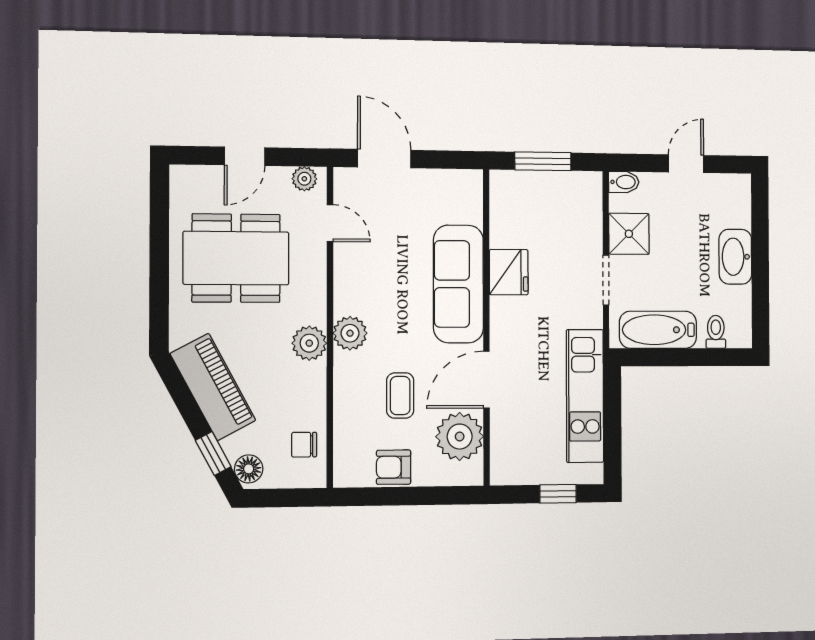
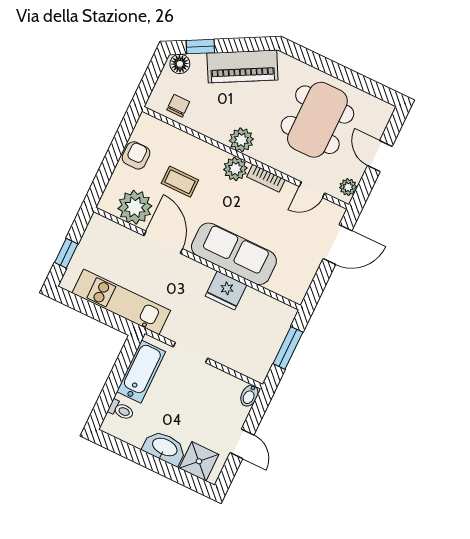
shower: (629, 234) -> (199, 461), moved
bookcase: (343, 289) -> (266, 178), added

